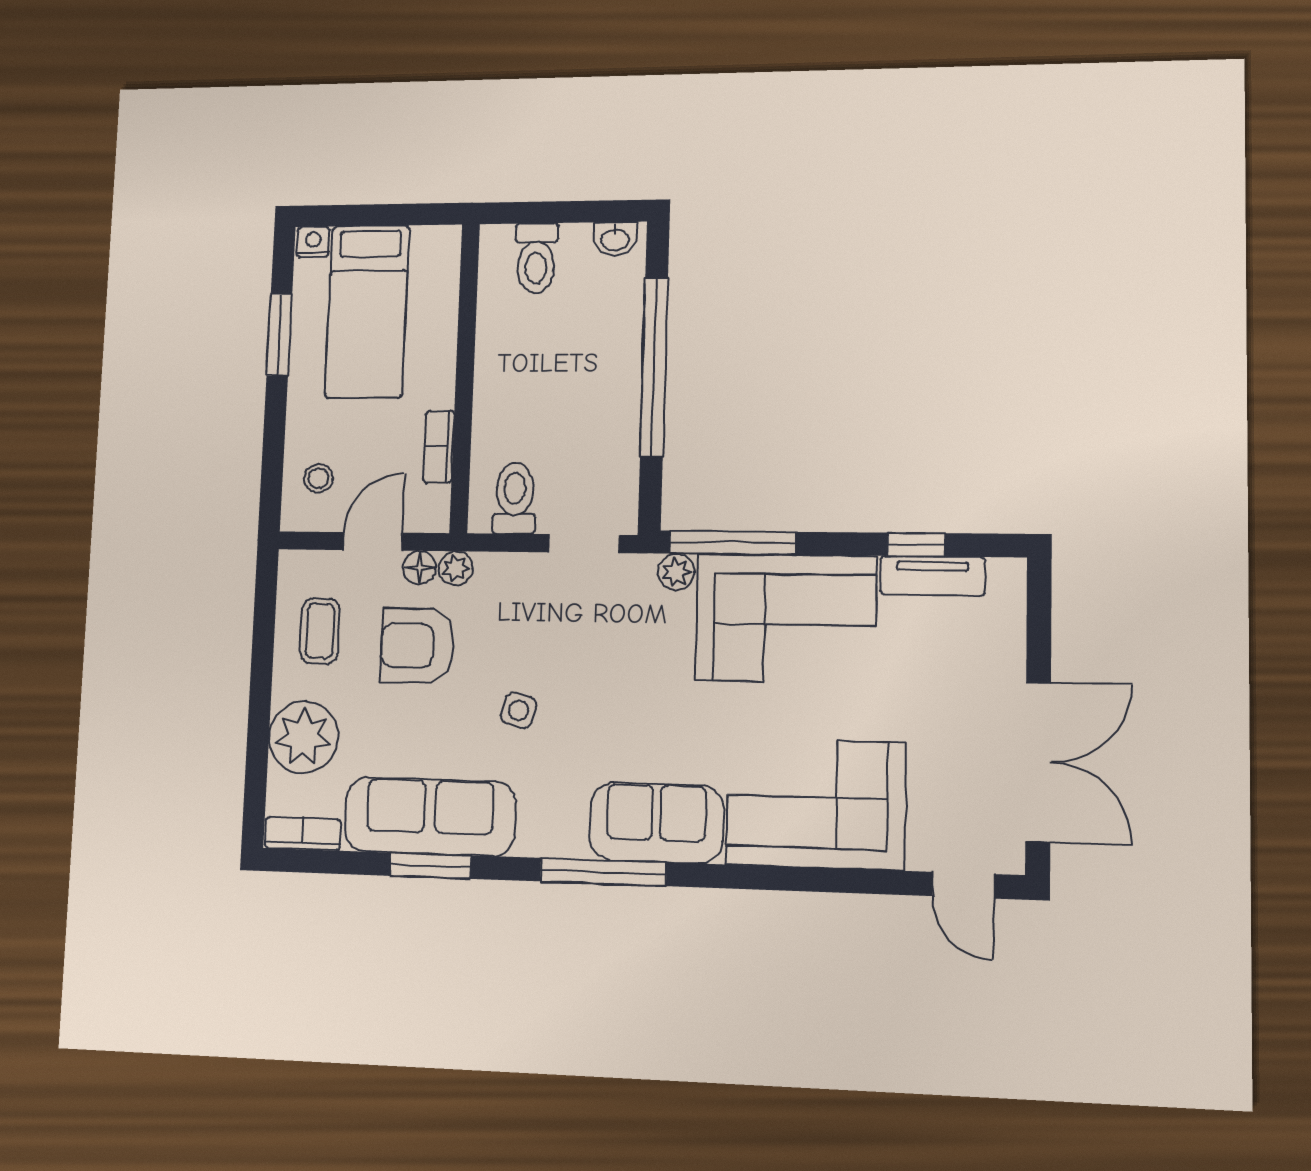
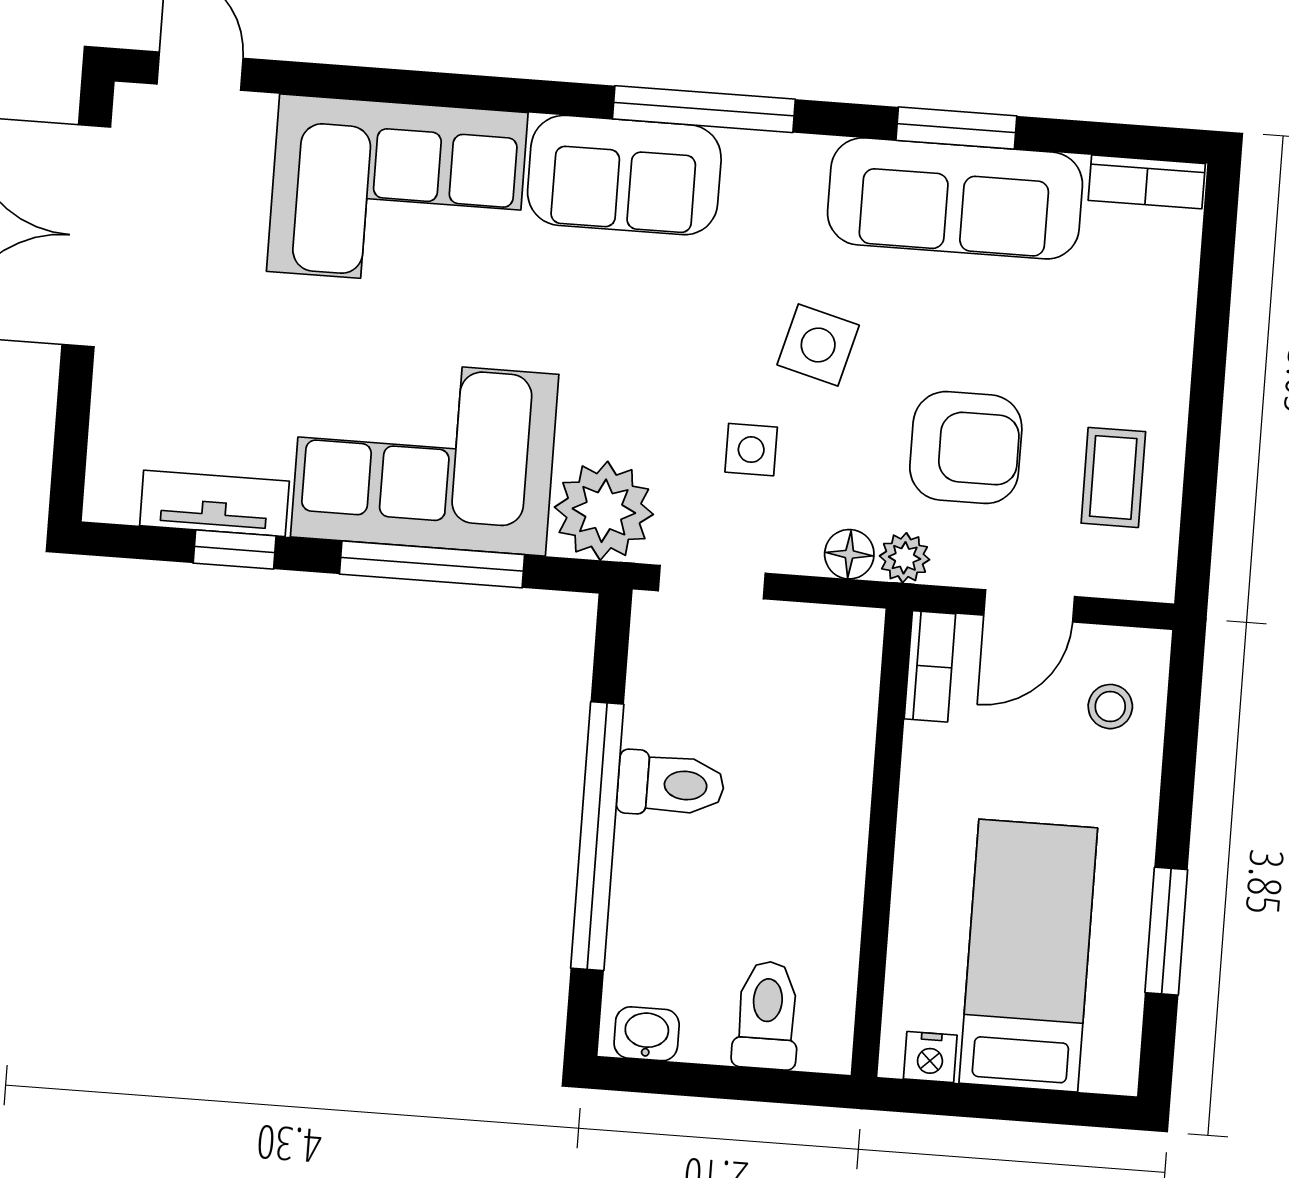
nightstand: (313, 242) -> (930, 1057), moved
bookcase: (439, 447) -> (930, 666), moved
toilet: (515, 498) -> (671, 784), moved, turned -90
window: (733, 543) -> (432, 564), moved
floor lamp: (419, 567) -> (849, 554), moved
plant: (676, 572) -> (604, 511), width x1.88, depth x1.88
side table: (561, 636) -> (751, 450), added
side table: (519, 710) -> (818, 345), width x1.37, depth x1.37
plant: (303, 737) -> (1142, 323), removed

